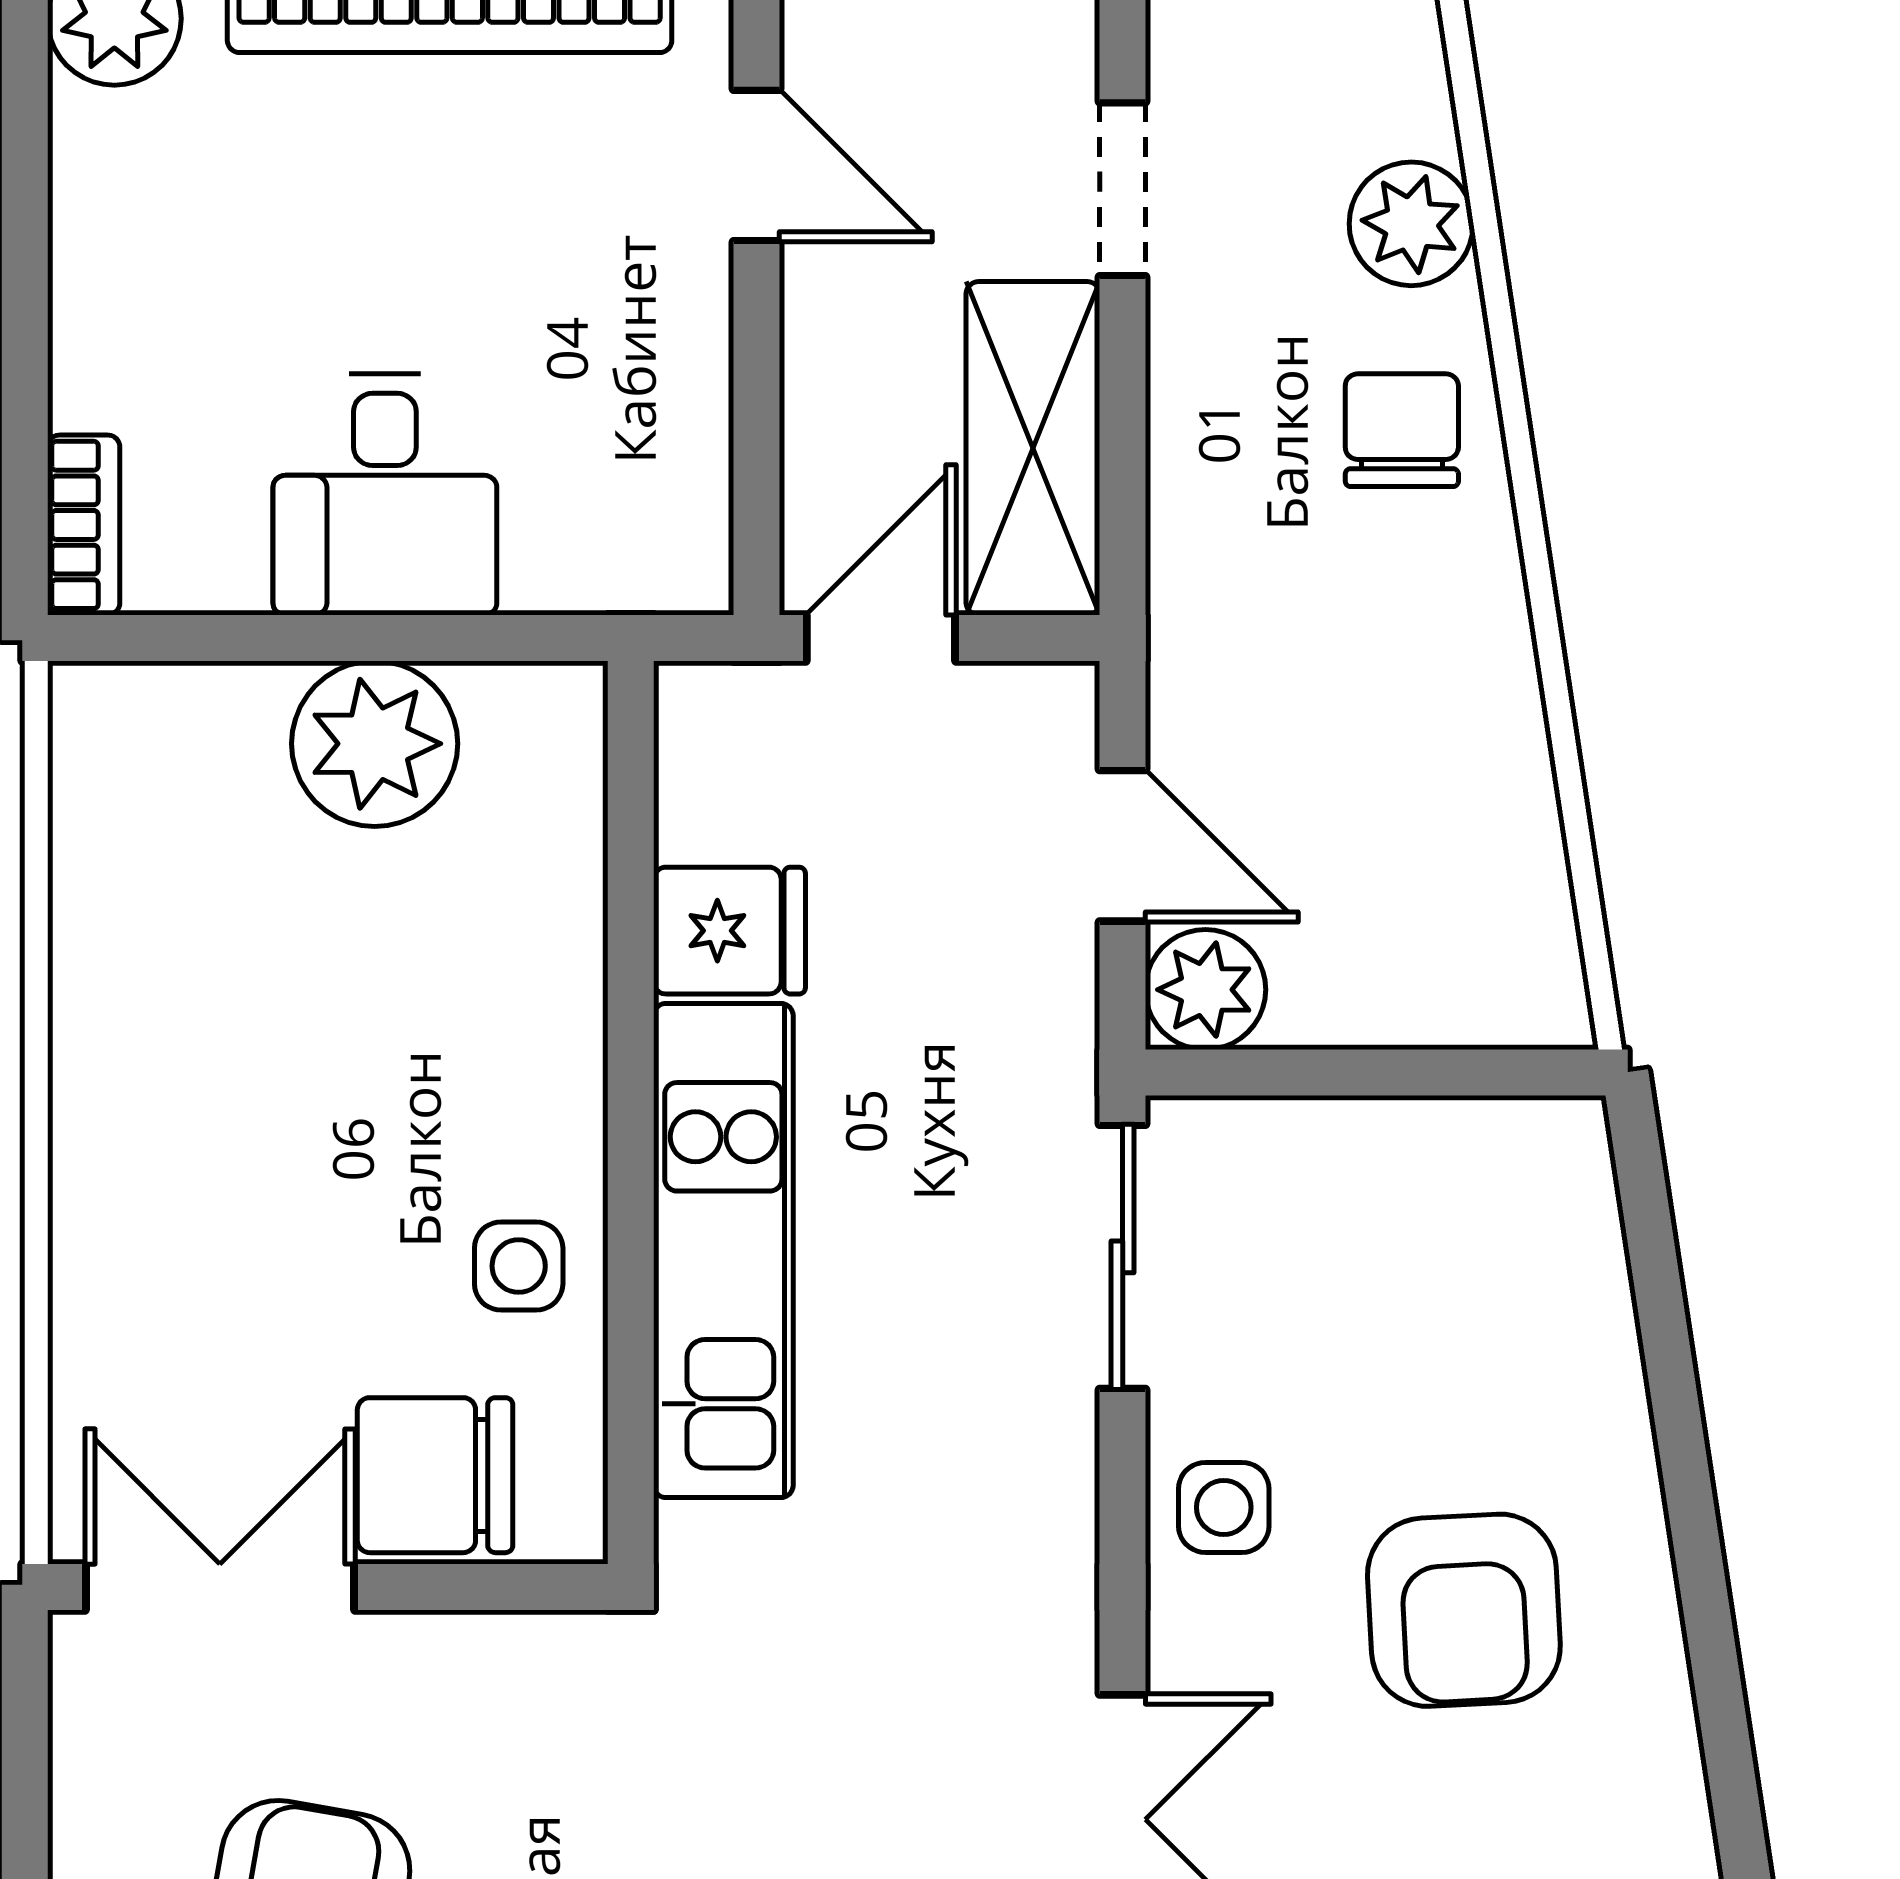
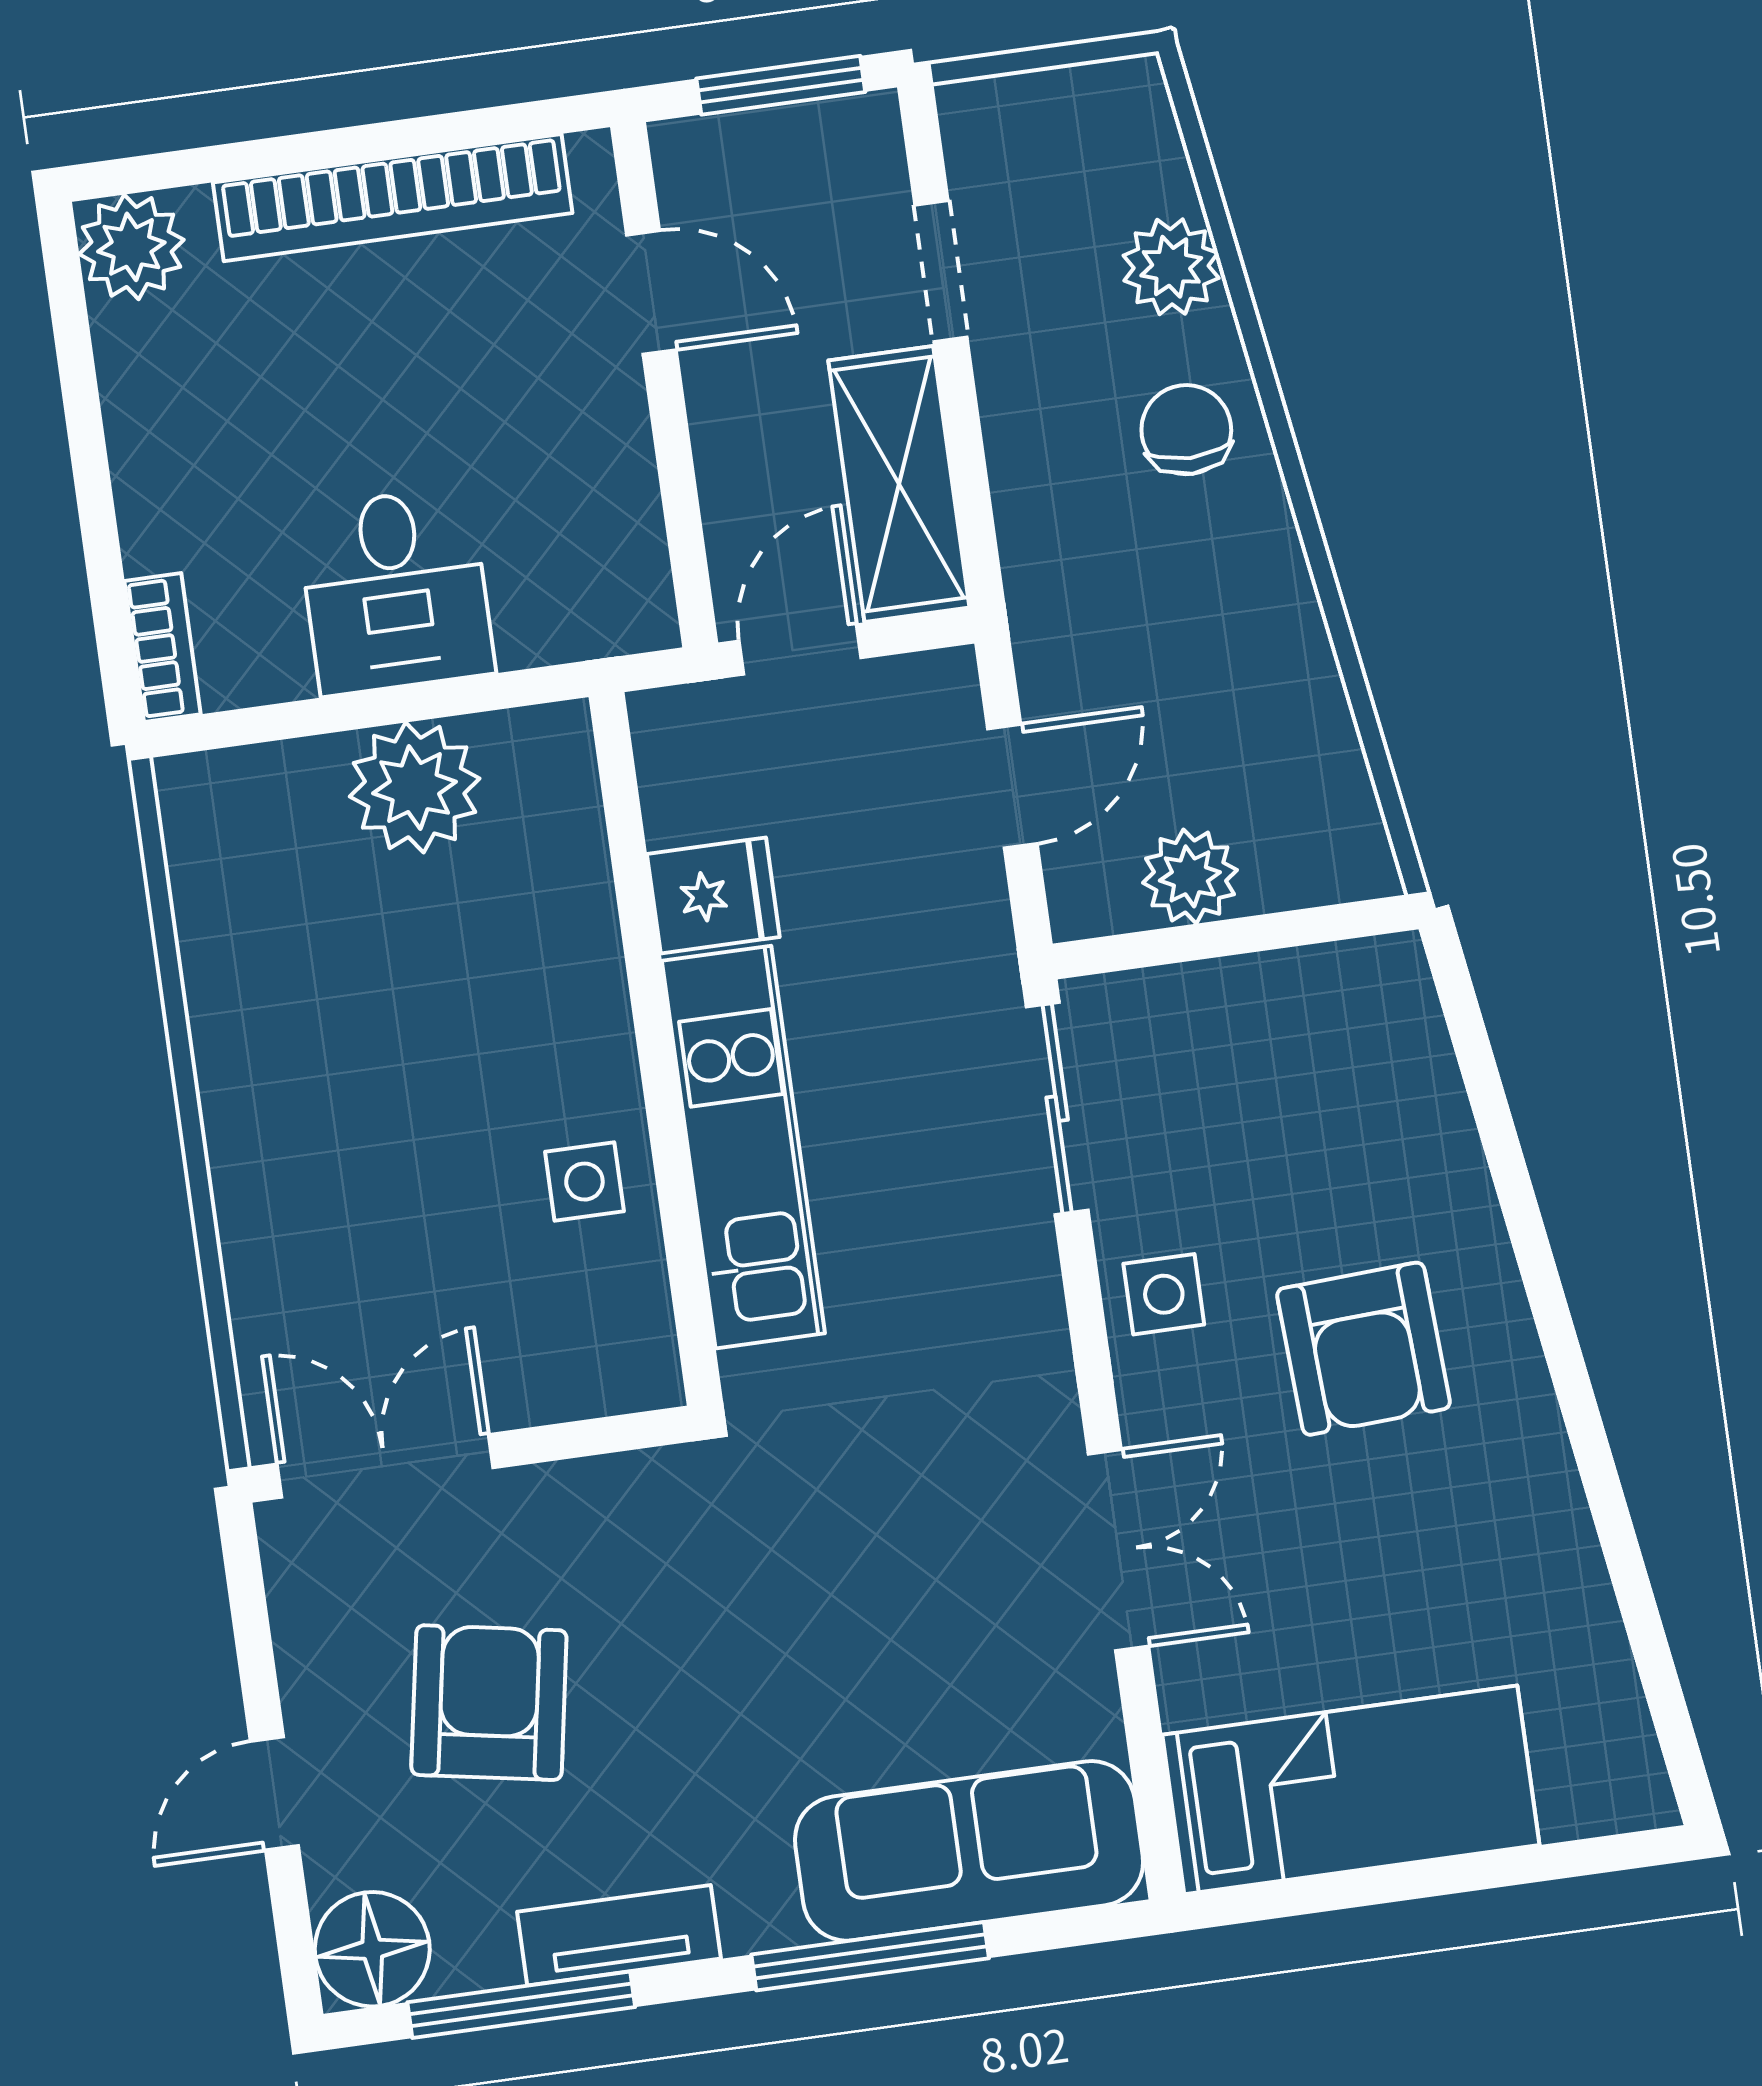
door: (1123, 846) -> (1012, 786), hinge flipped
plant: (1205, 990) -> (1190, 876), moved
chair: (435, 1475) -> (542, 1355), removed

